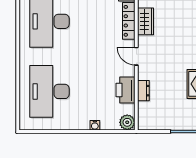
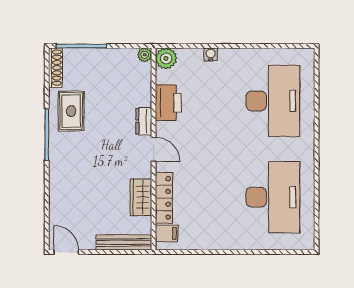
dresser: (143, 91) -> (144, 121), moved
plant: (143, 125) -> (145, 55), added

